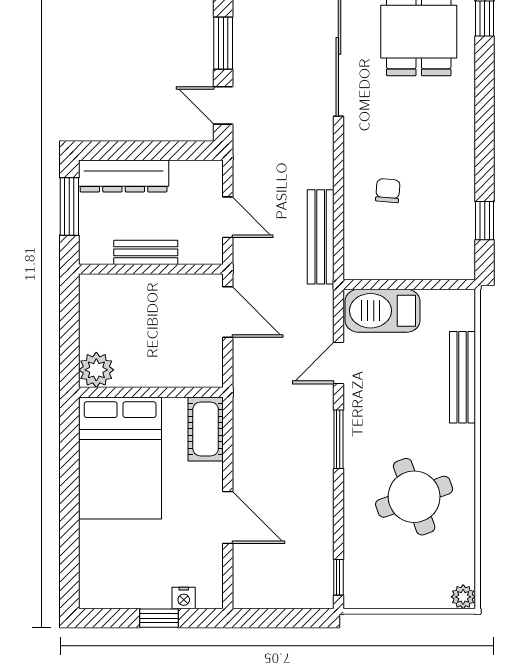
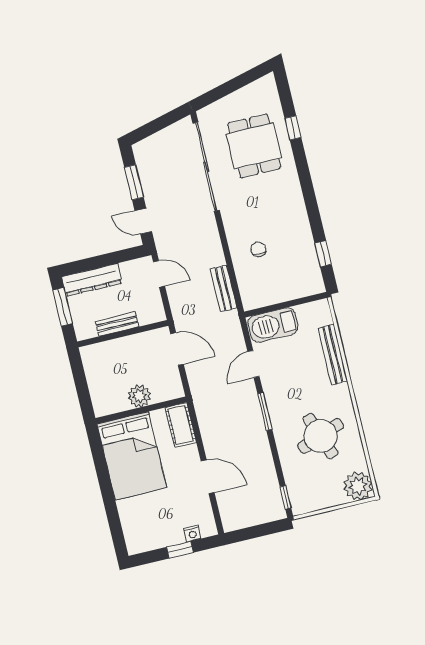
door: (228, 217) -> (159, 274), moved
bench: (321, 237) -> (224, 288), width x0.73
plant: (96, 370) -> (139, 396), moved
plant: (463, 597) -> (358, 486), width x1.88, depth x1.88

